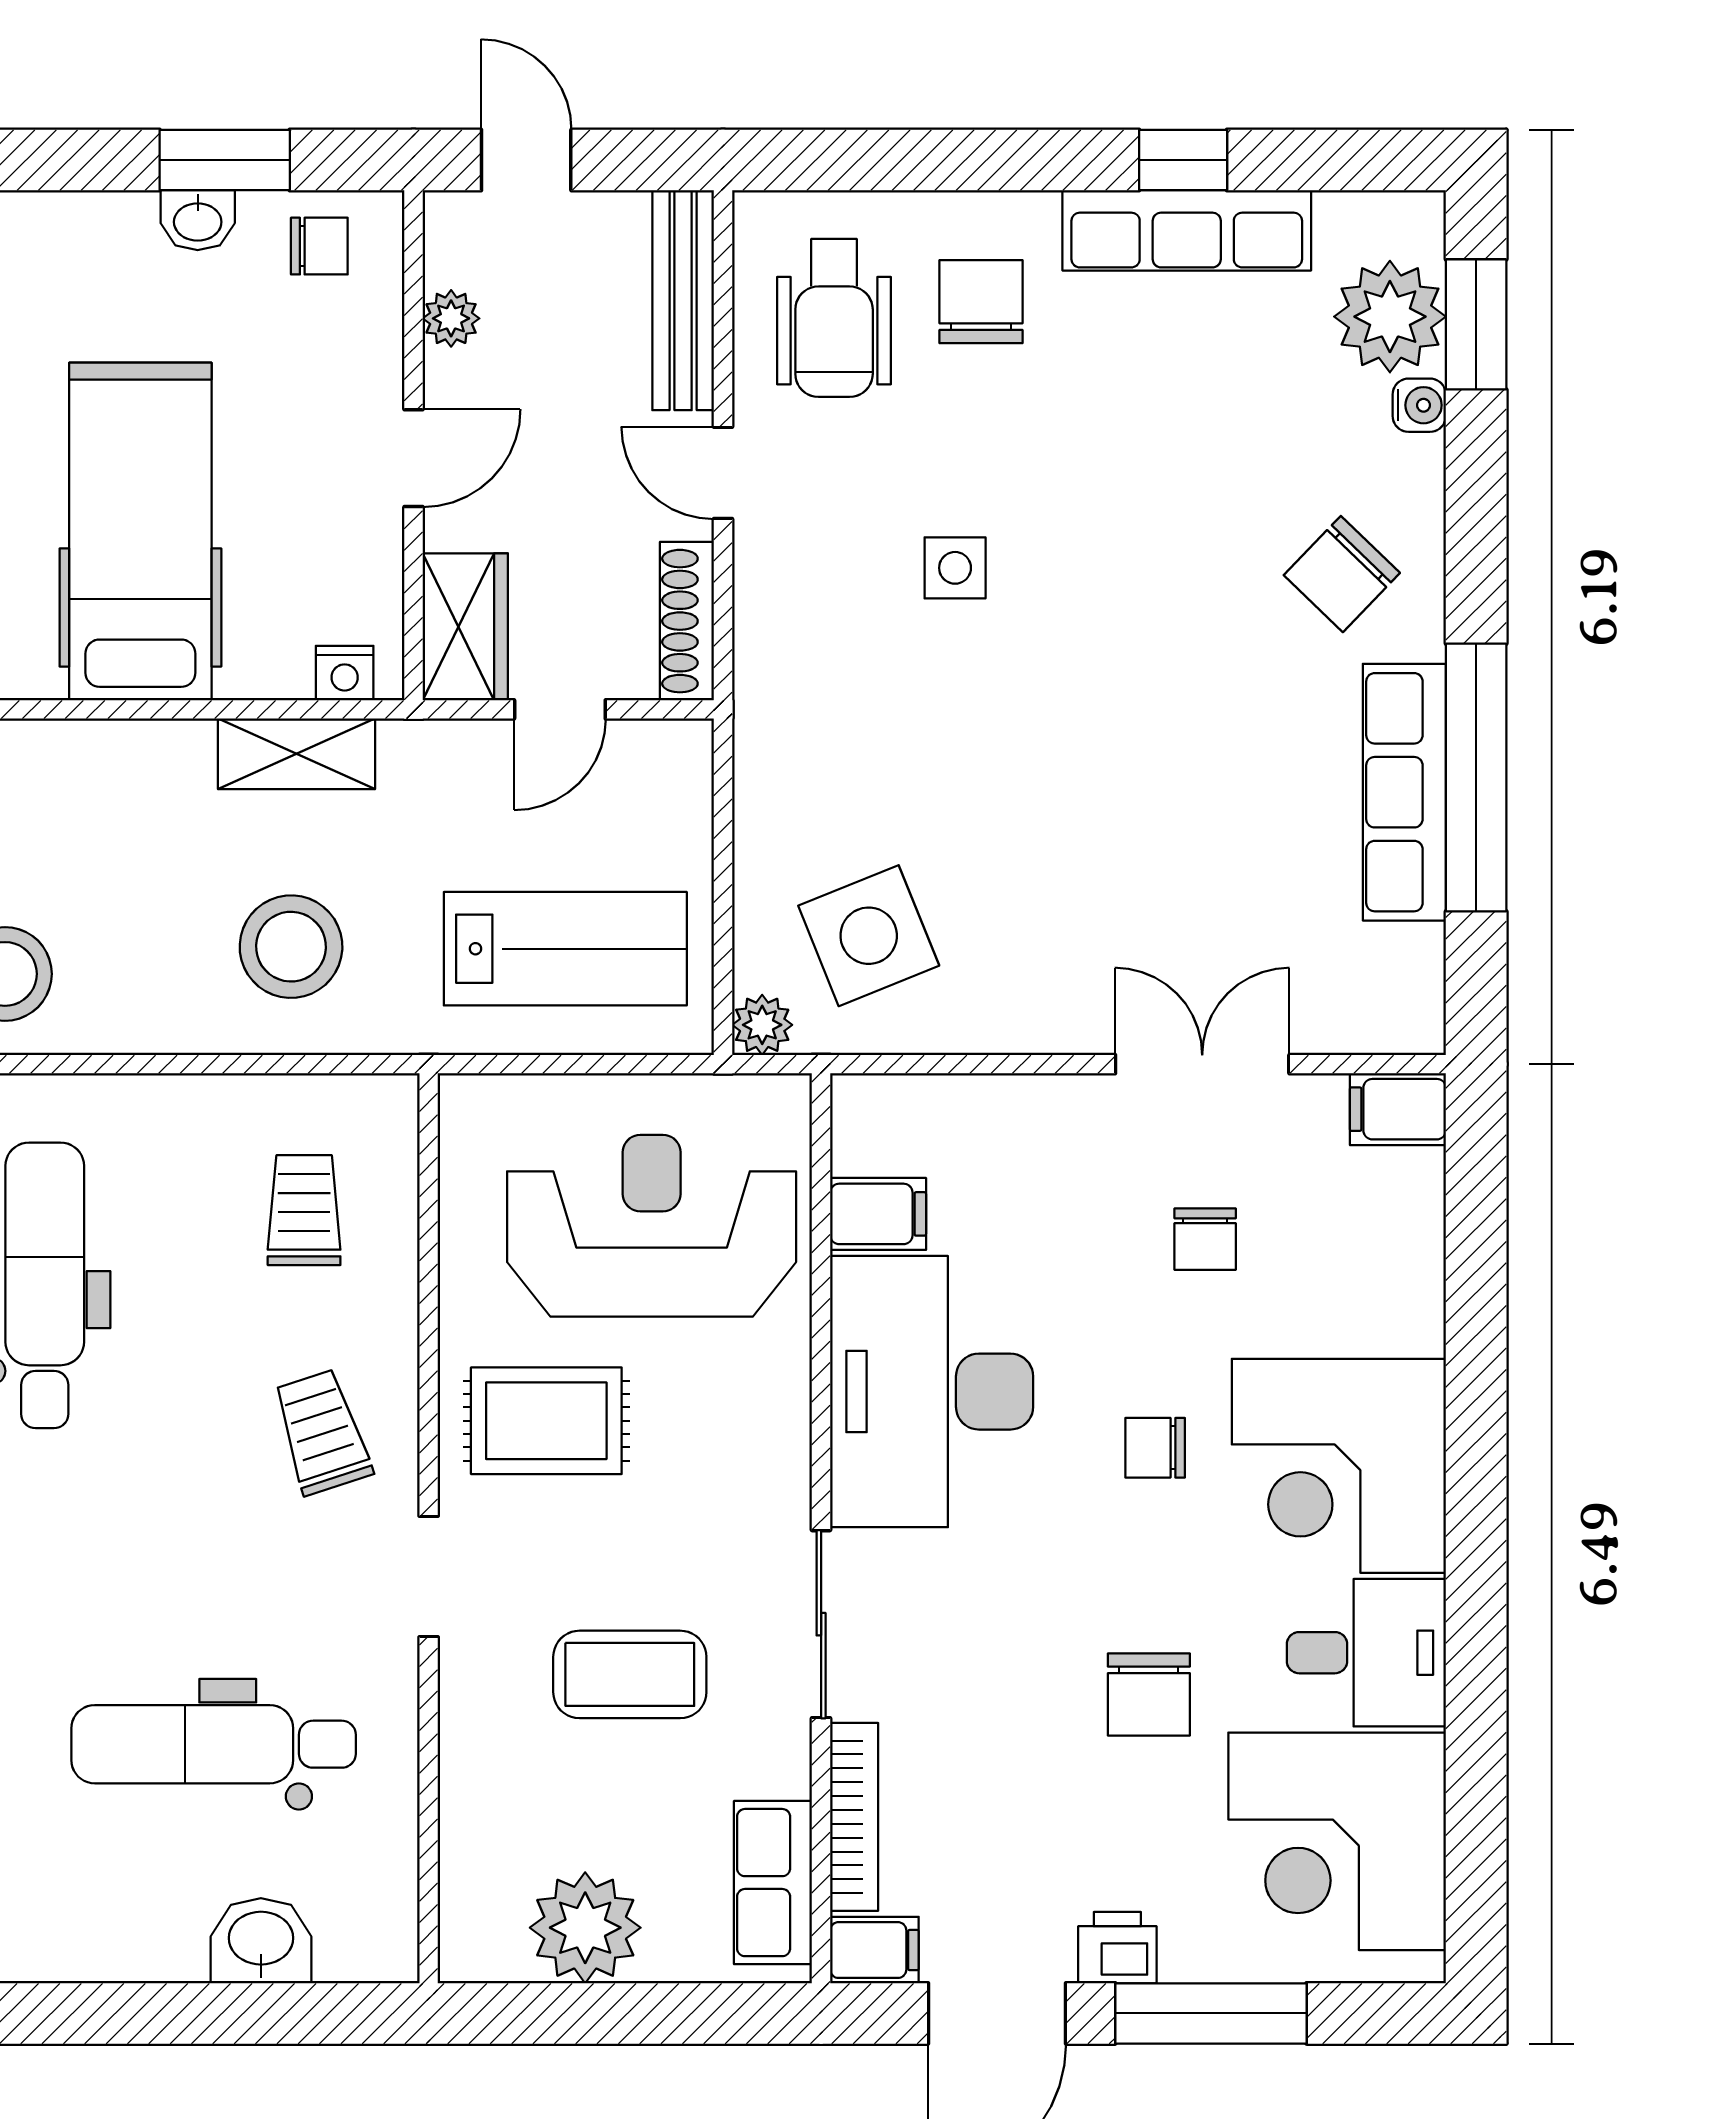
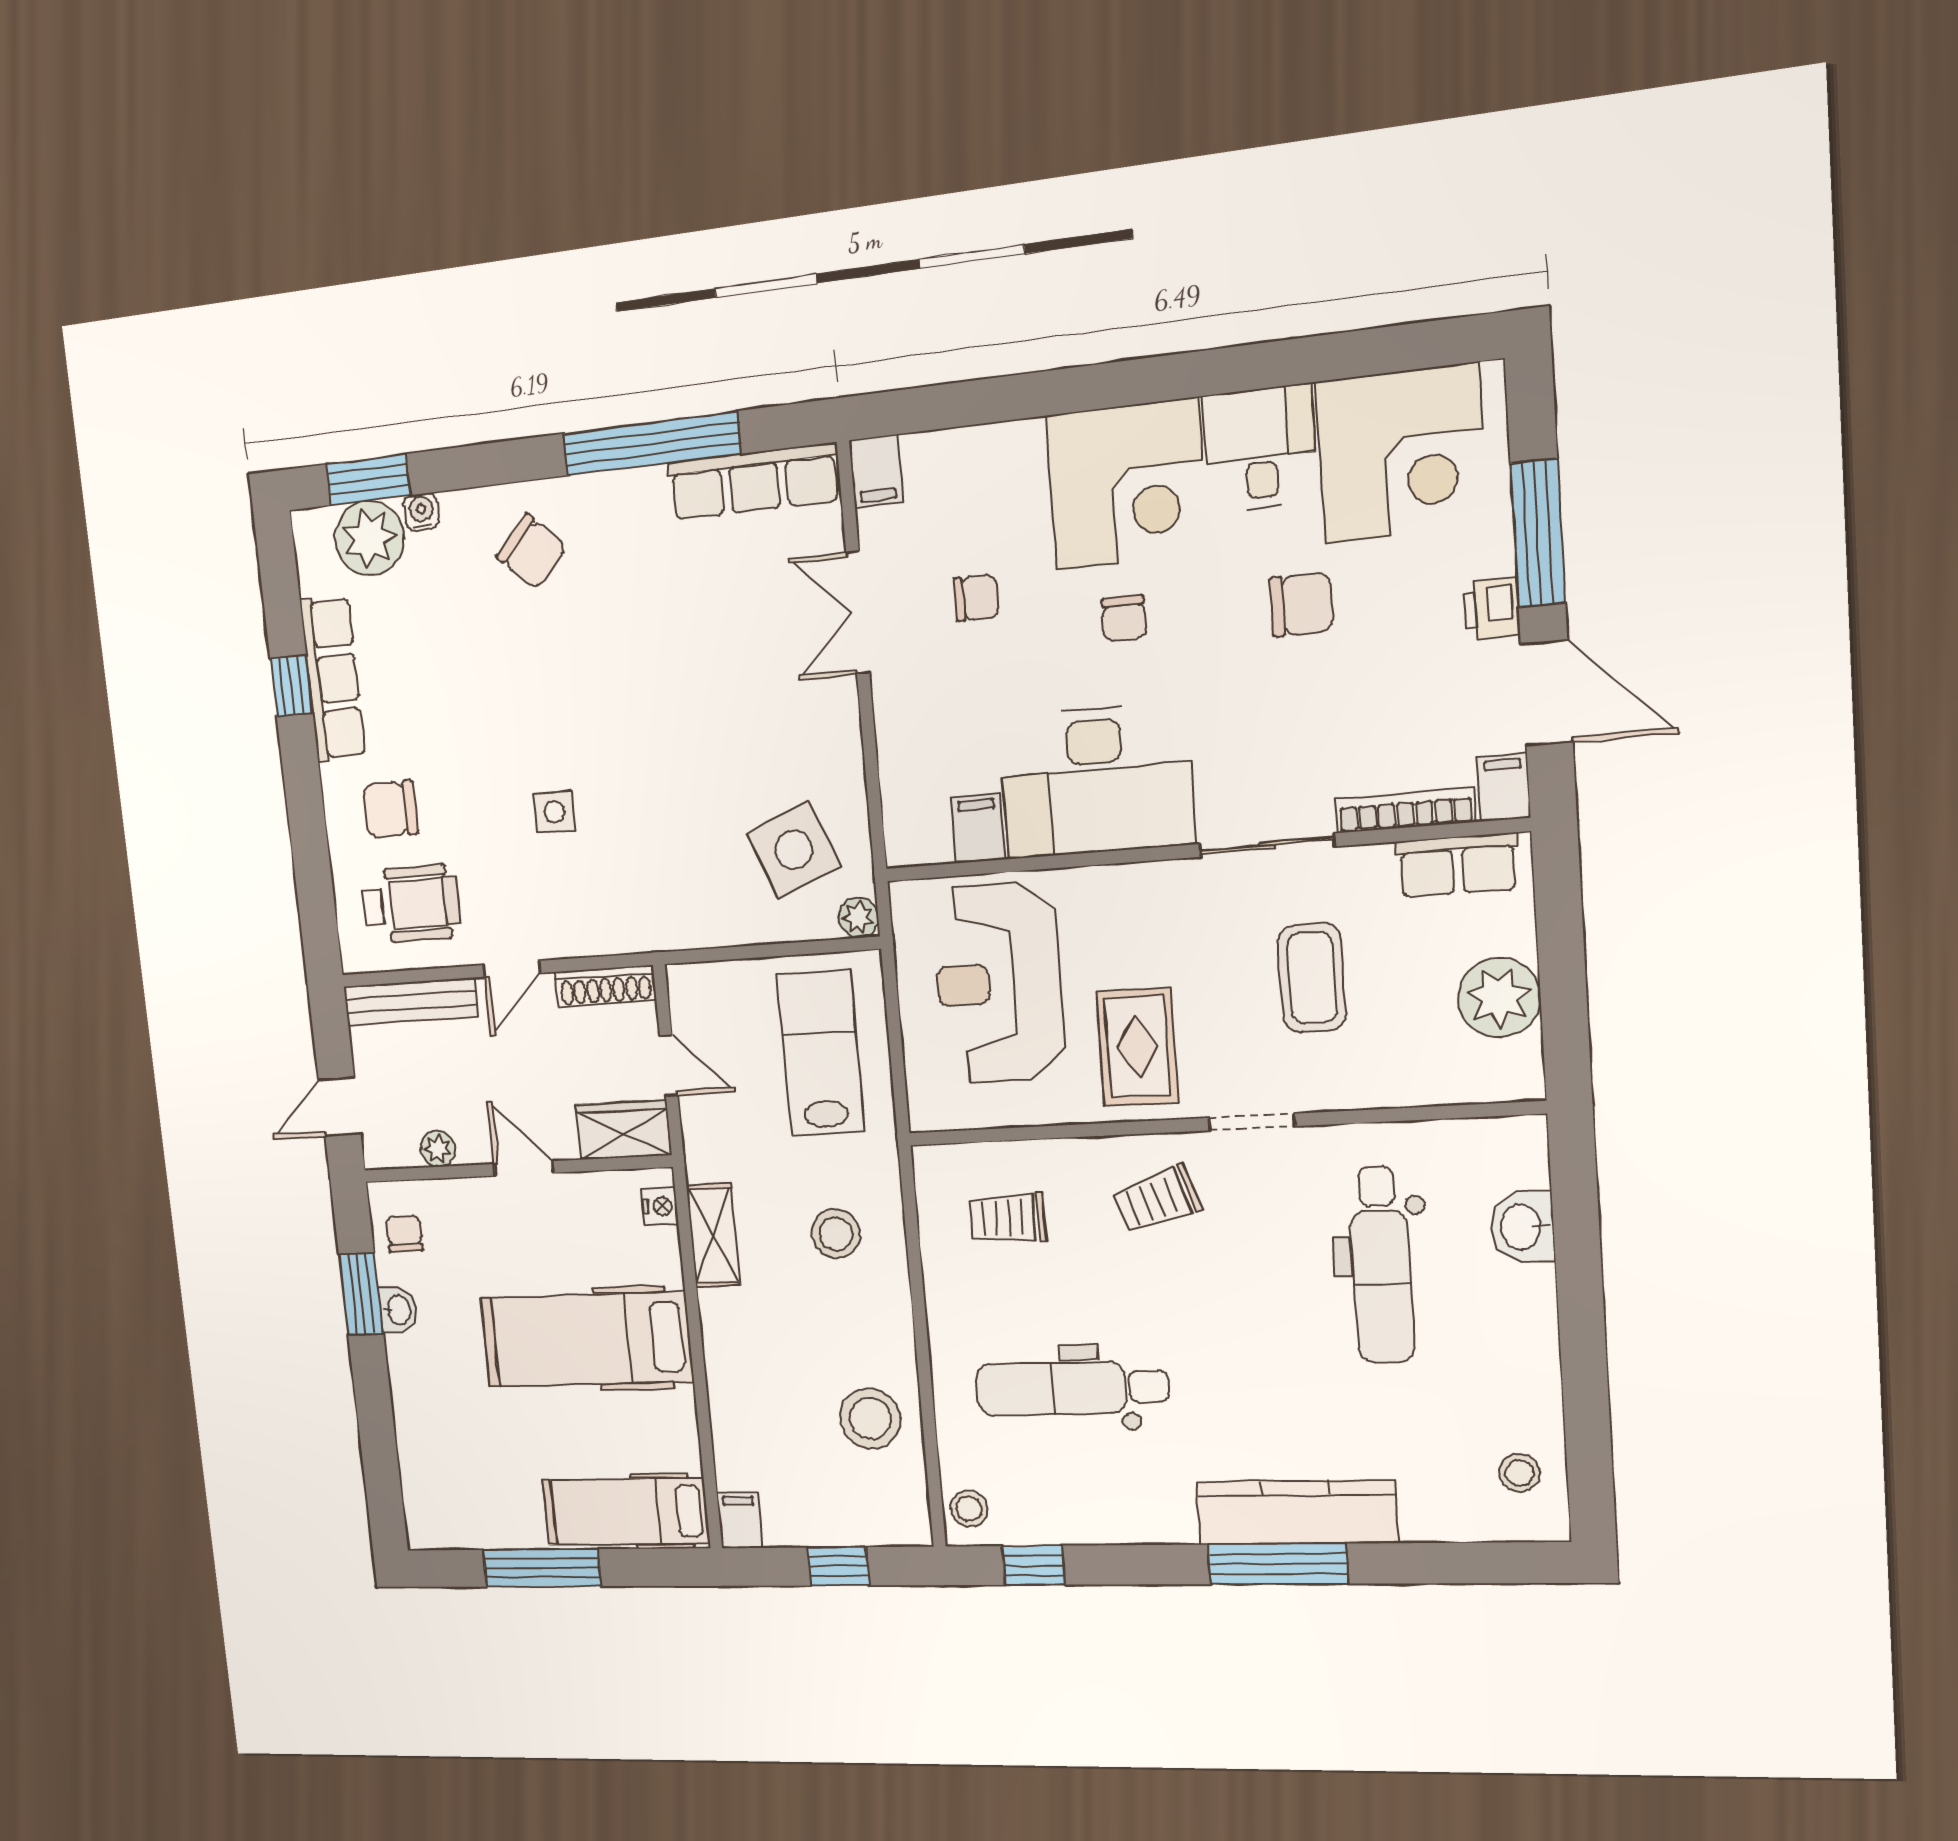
row of seats: (1404, 792) -> (754, 481), moved
stool: (291, 947) -> (836, 1234), width x0.73, depth x0.73

